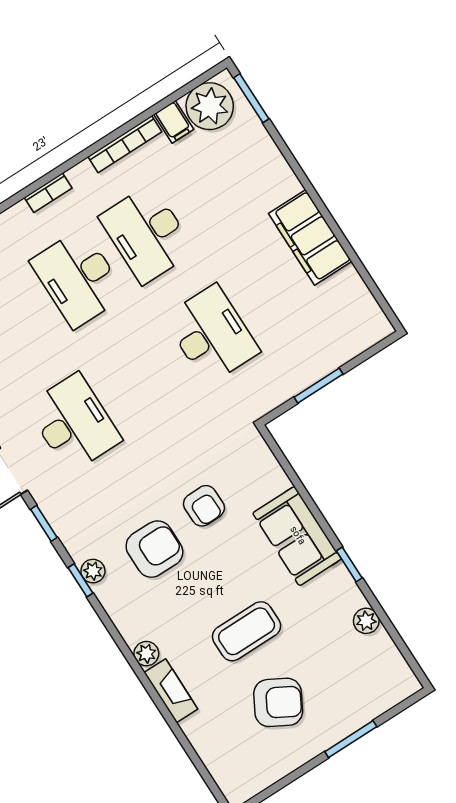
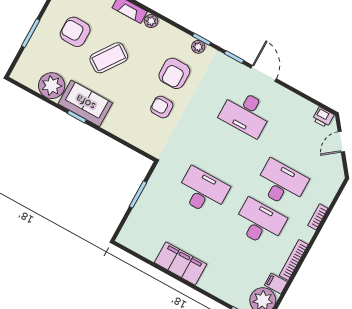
desk: (212, 335) -> (203, 191), turned 180
sofa: (297, 536) -> (85, 103), moved
plant: (366, 621) -> (52, 86), width x1.87, depth x1.87
coffee table: (247, 631) -> (109, 58), turned 35
armchair: (278, 702) -> (75, 32), turned 61

